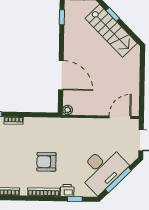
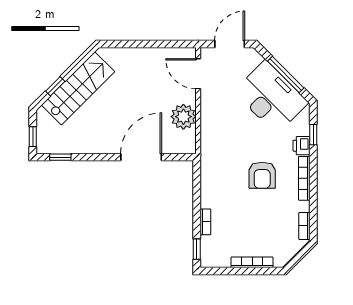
plant: (68, 110) -> (183, 117), moved, width x1.88, depth x1.88

